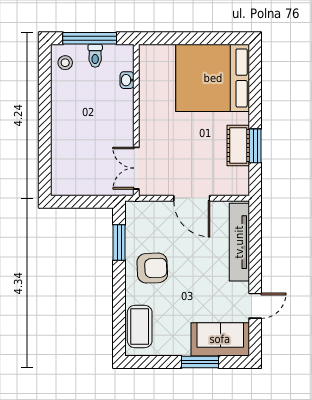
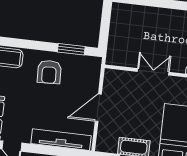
double door: (136, 168) -> (153, 72), moved

